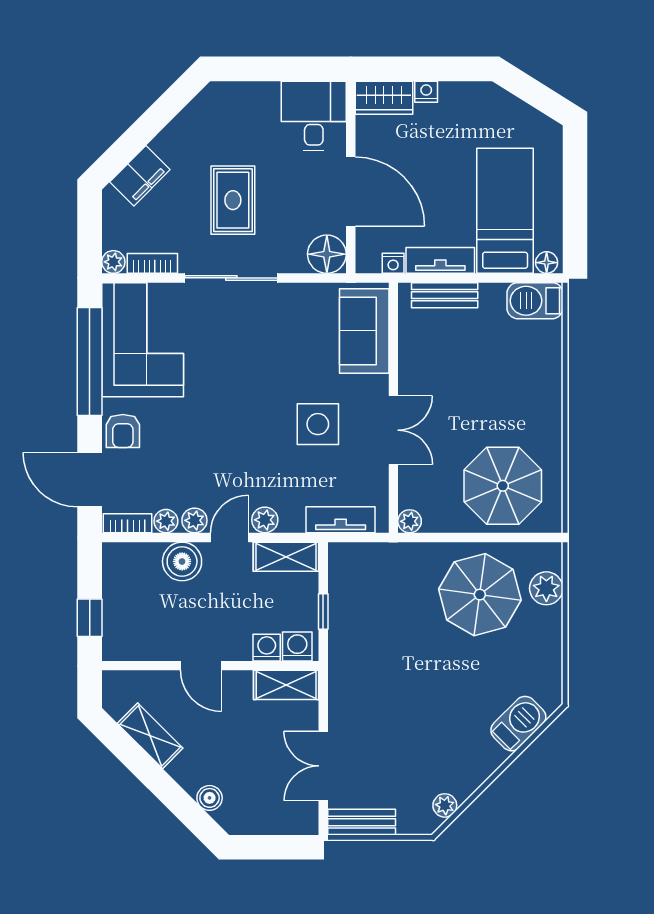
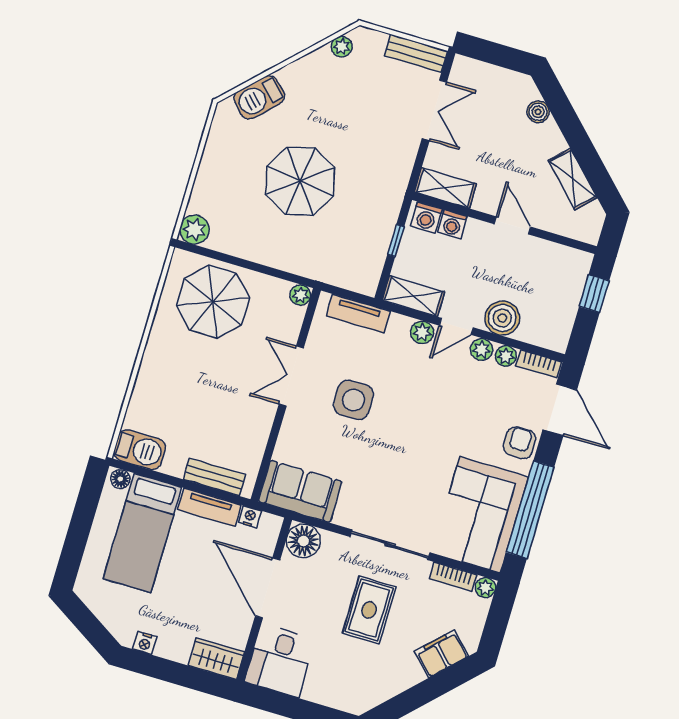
nightstand: (426, 92) -> (145, 643), moved
sofa: (364, 331) -> (300, 491), moved, turned -90
plant: (546, 588) -> (194, 229), moved
parasol: (480, 595) -> (300, 181), moved

